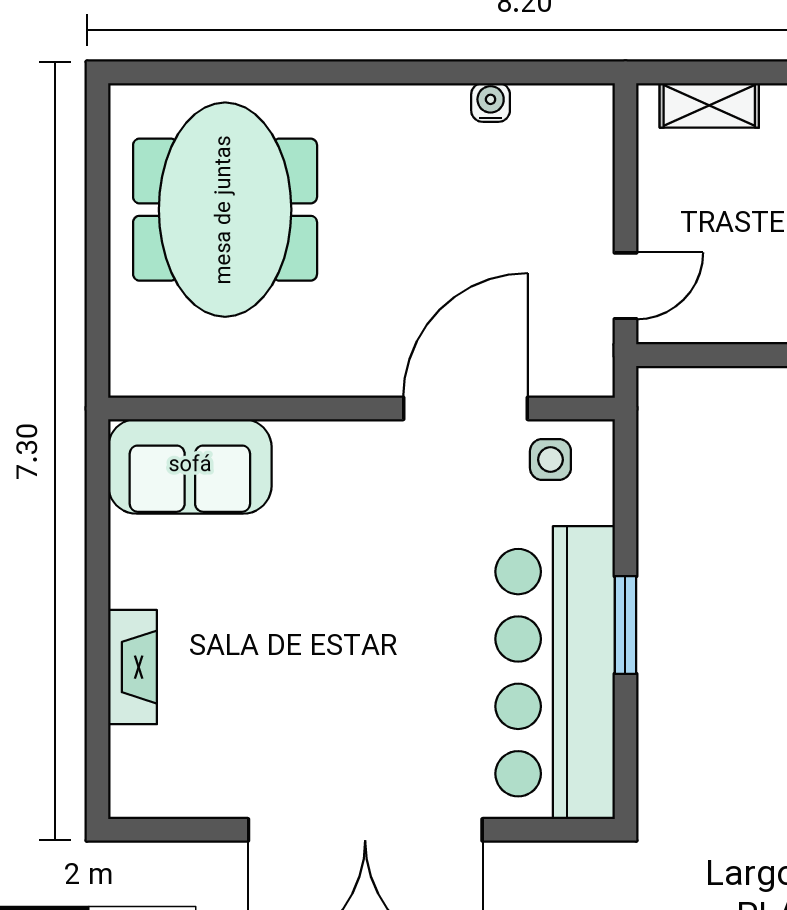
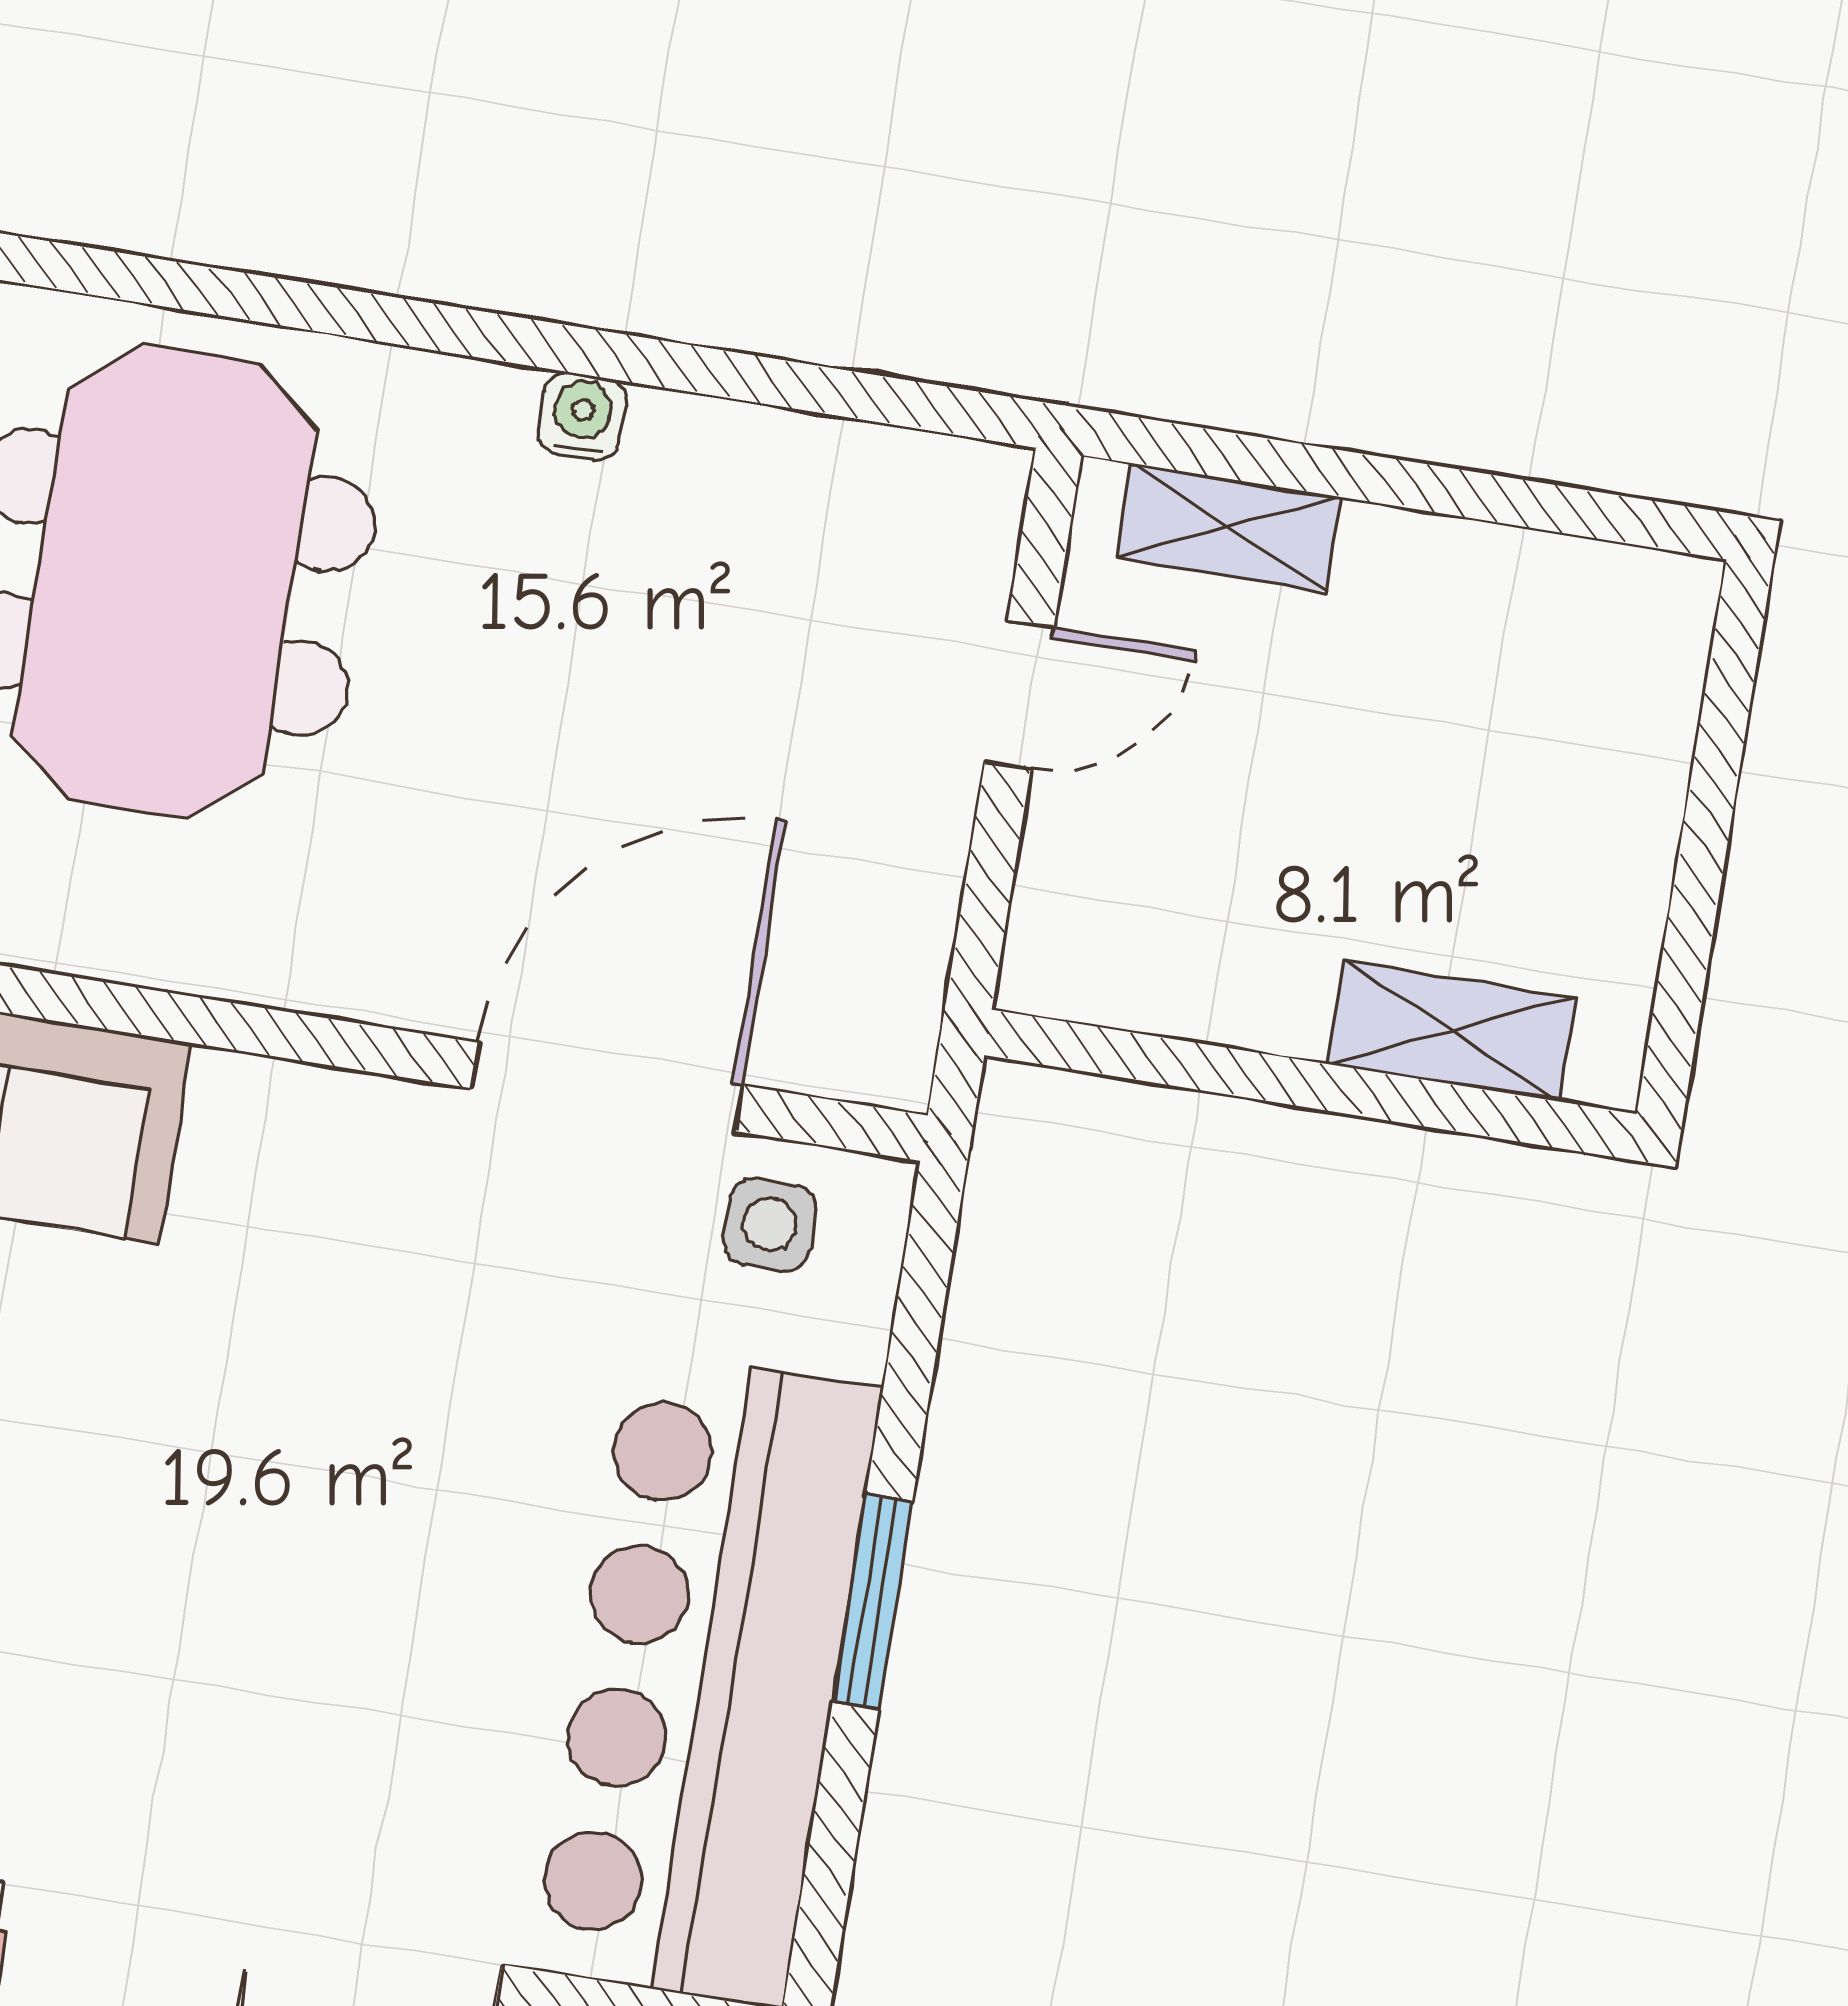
water cooler: (491, 102) -> (582, 416), moved
door: (625, 286) -> (1019, 695), moved

